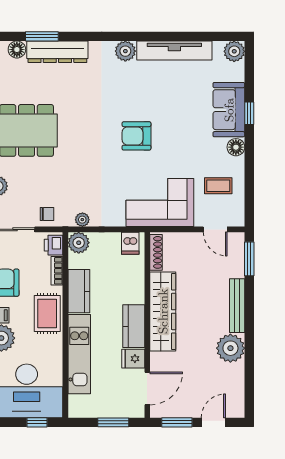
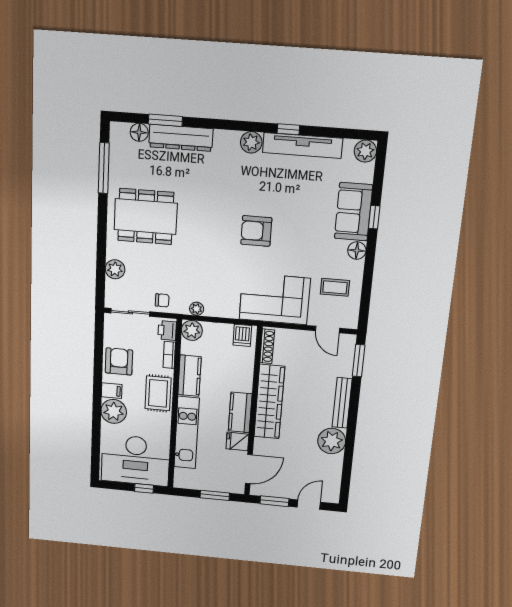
window: (160, 36) -> (288, 129), added

